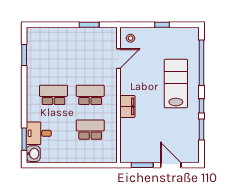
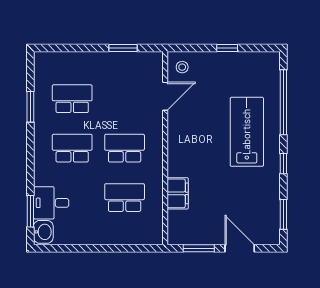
window: (24, 55) -> (30, 107), moved
school desk: (54, 60) -> (72, 99), added
filing cabinet: (127, 106) -> (178, 193), moved
window: (201, 129) -> (283, 214), moved

